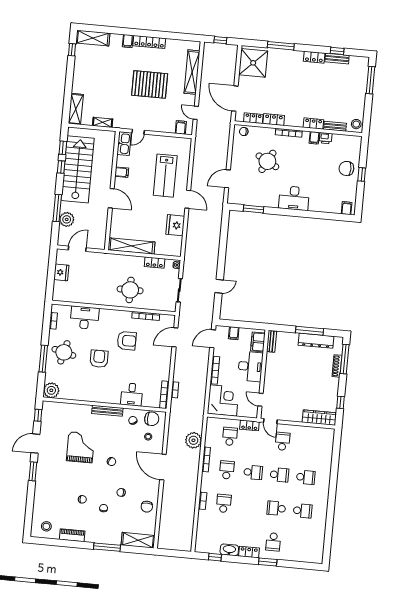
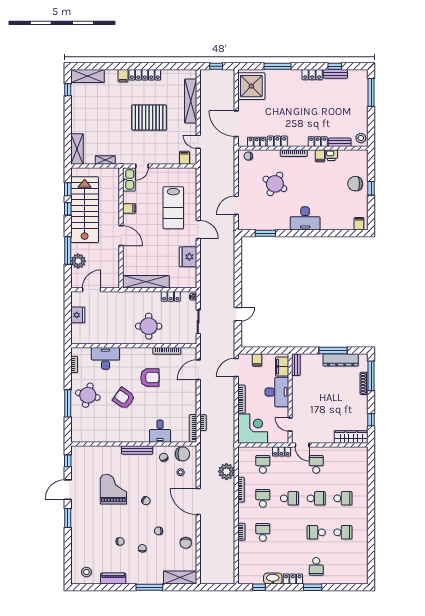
armchair: (99, 359) -> (124, 398), turned -55
plant: (51, 390) -> (79, 435), removed

